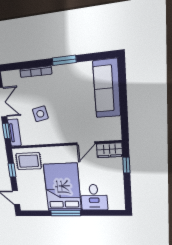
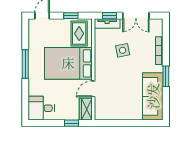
sofa: (107, 89) -> (153, 96), moved, turned -90
door: (86, 143) -> (93, 89), hinge flipped
bed: (62, 187) -> (68, 63), moved, turned 180
desk: (94, 197) -> (41, 108), moved

